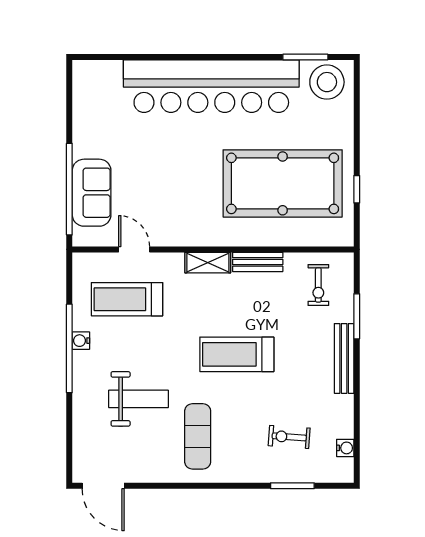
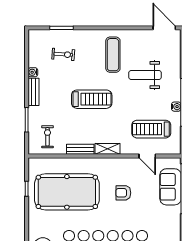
armchair: (179, 182) -> (123, 193), added
treadmill: (127, 299) -> (151, 129), turned 180
bench: (344, 358) -> (34, 92), width x0.73
water cooler: (345, 448) -> (33, 72), moved

